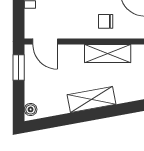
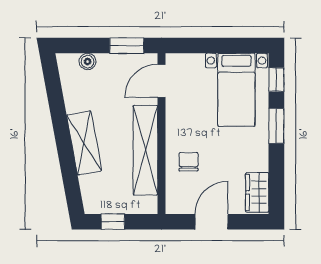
shelving: (108, 54) -> (145, 150), width x1.47
boiler: (31, 109) -> (88, 62), moved

